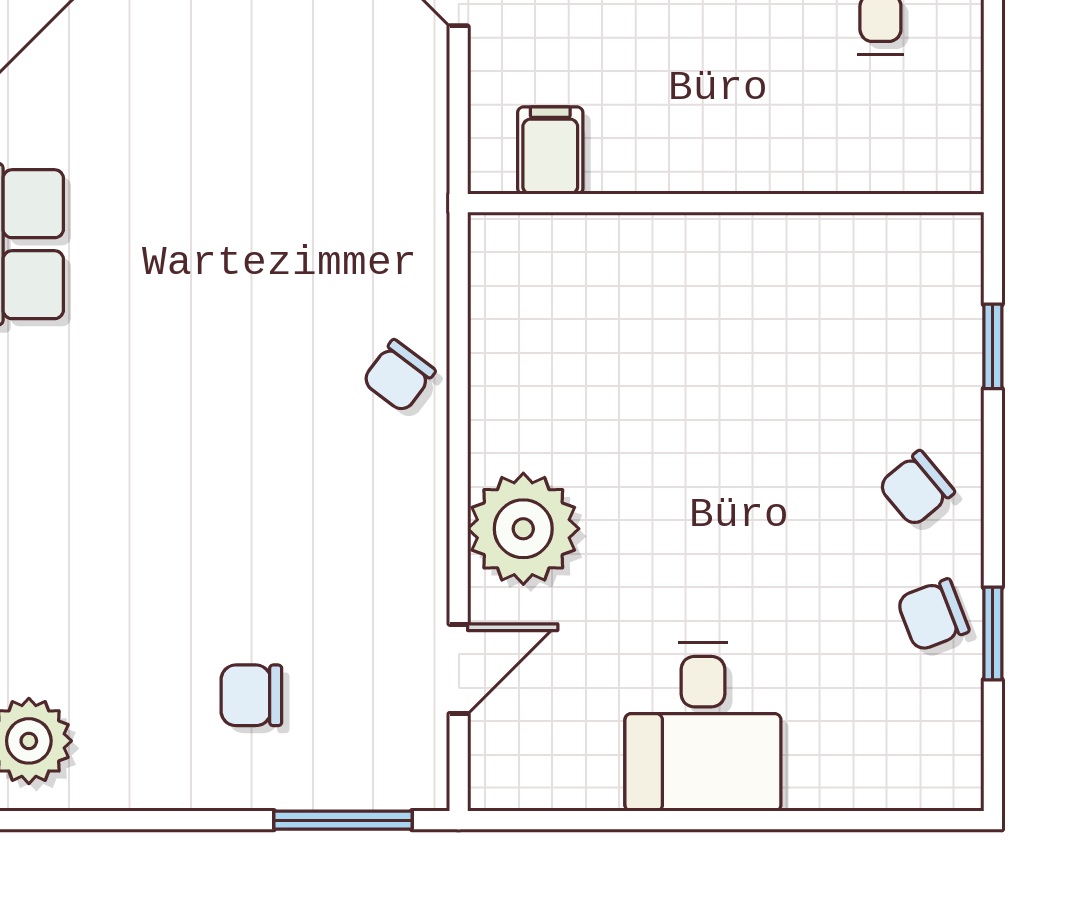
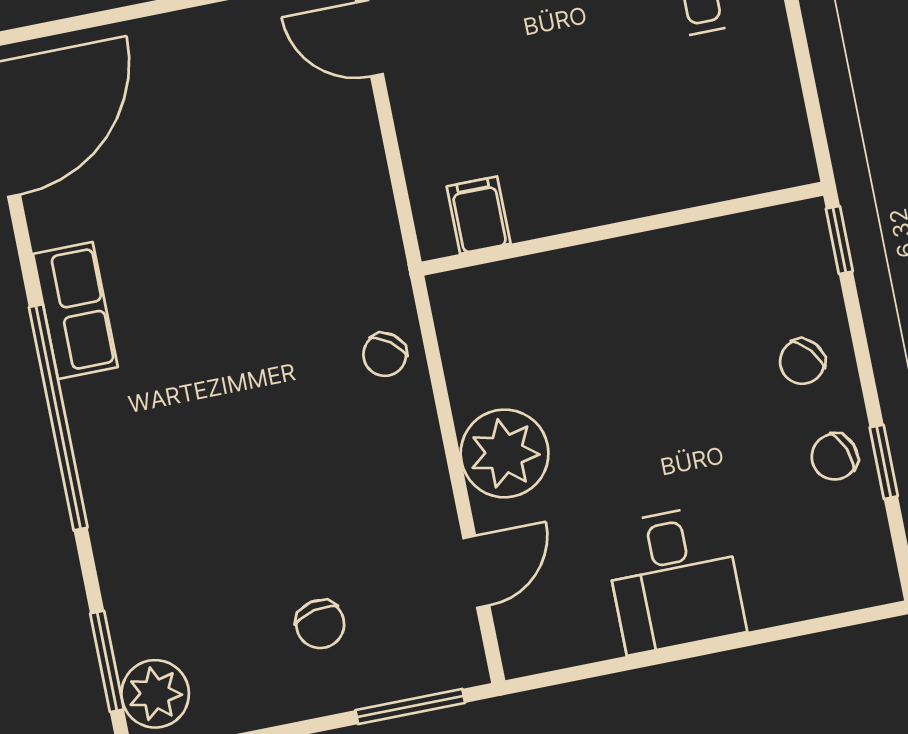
filing cabinet: (550, 150) -> (479, 215), moved
wall: (726, 203) -> (622, 229), moved
chair: (251, 695) -> (320, 624), turned -102

